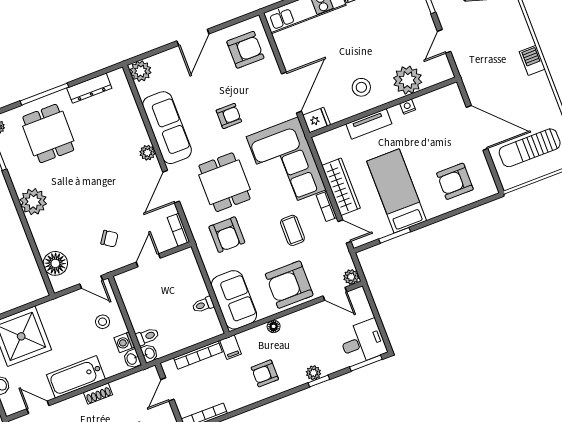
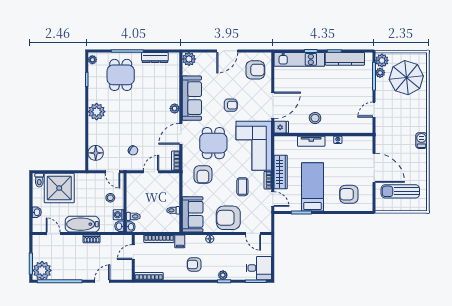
plant: (408, 80) -> (344, 124), removed
plant: (351, 277) -> (266, 227), removed

